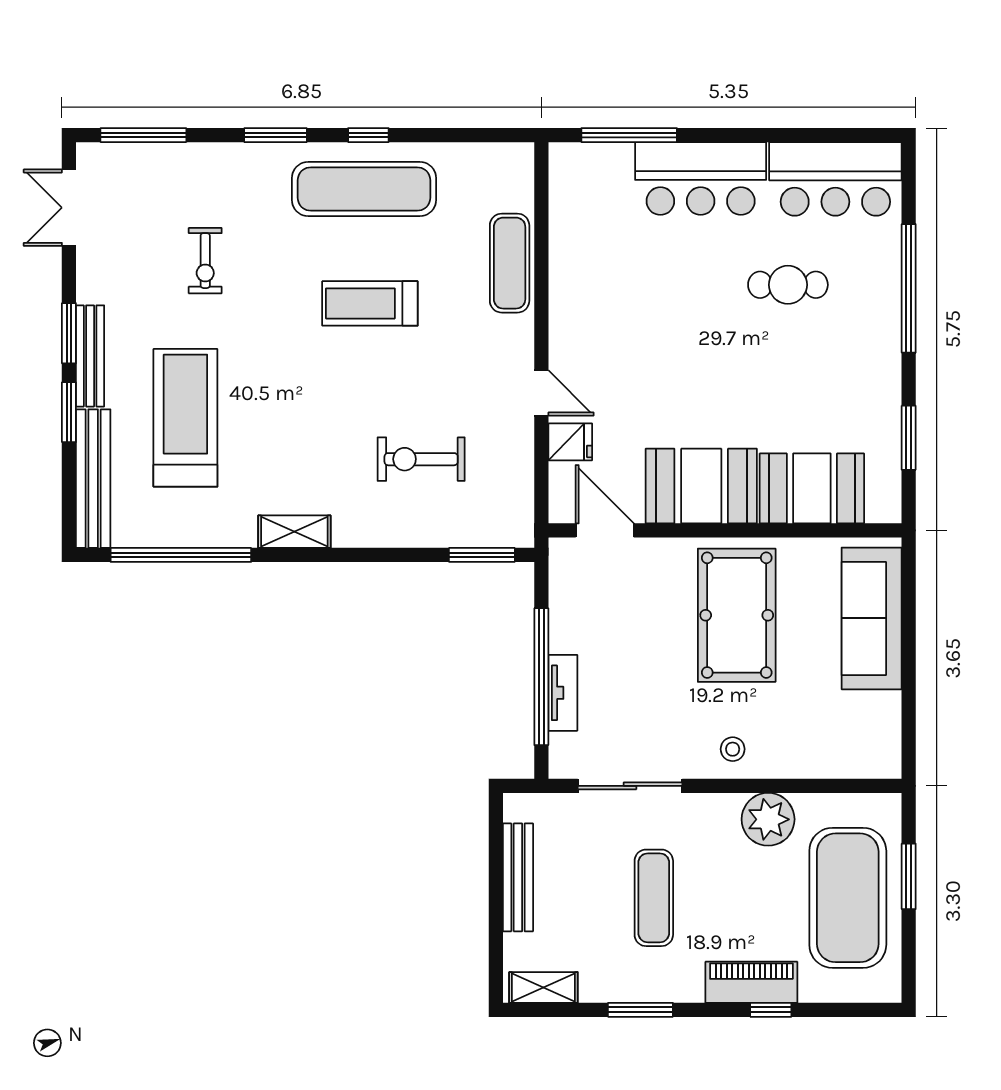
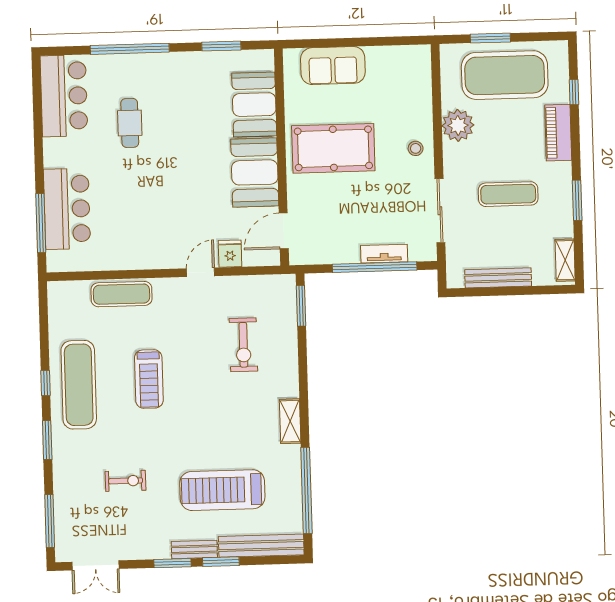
bar counter: (701, 178) -> (67, 209), moved
bench: (90, 356) -> (194, 549), width x0.73
sofa: (872, 618) -> (333, 66), width x0.73
window: (771, 1010) -> (574, 92), moved

